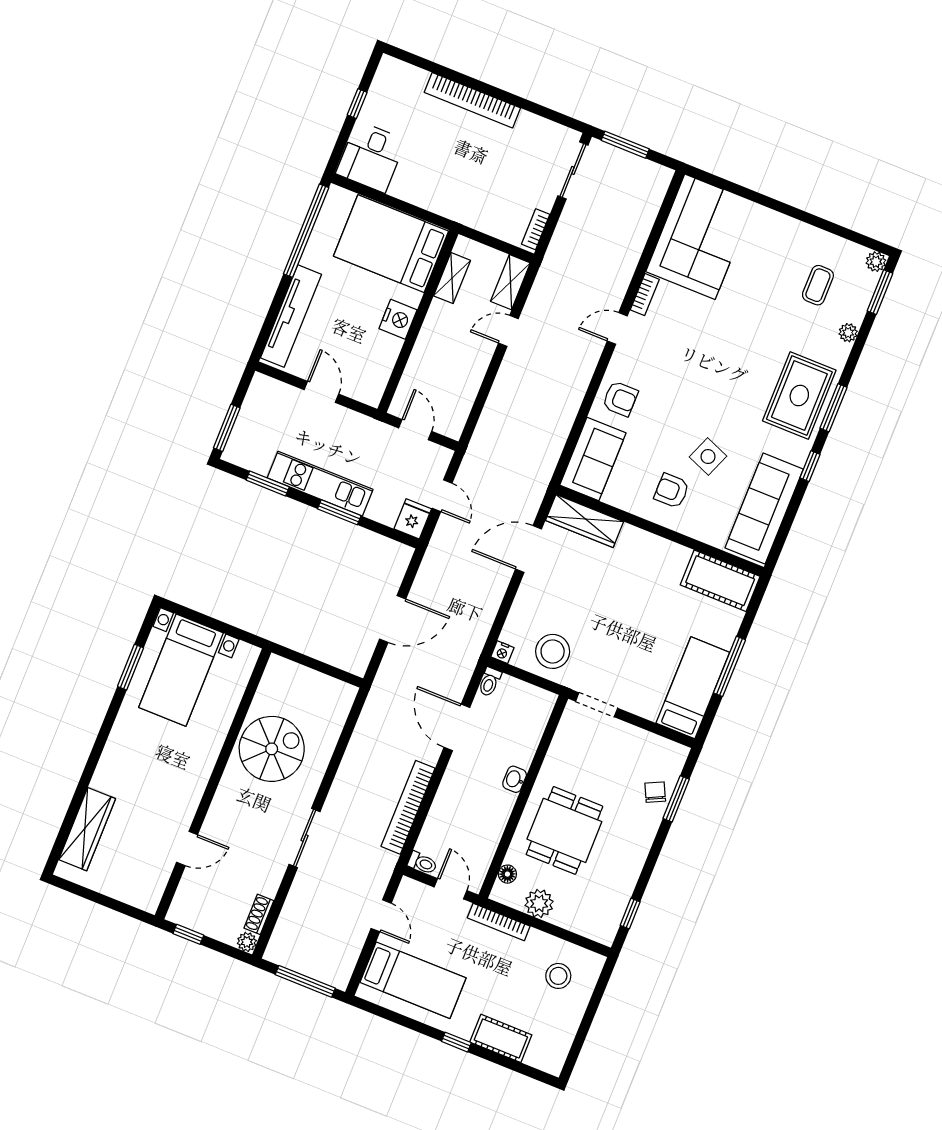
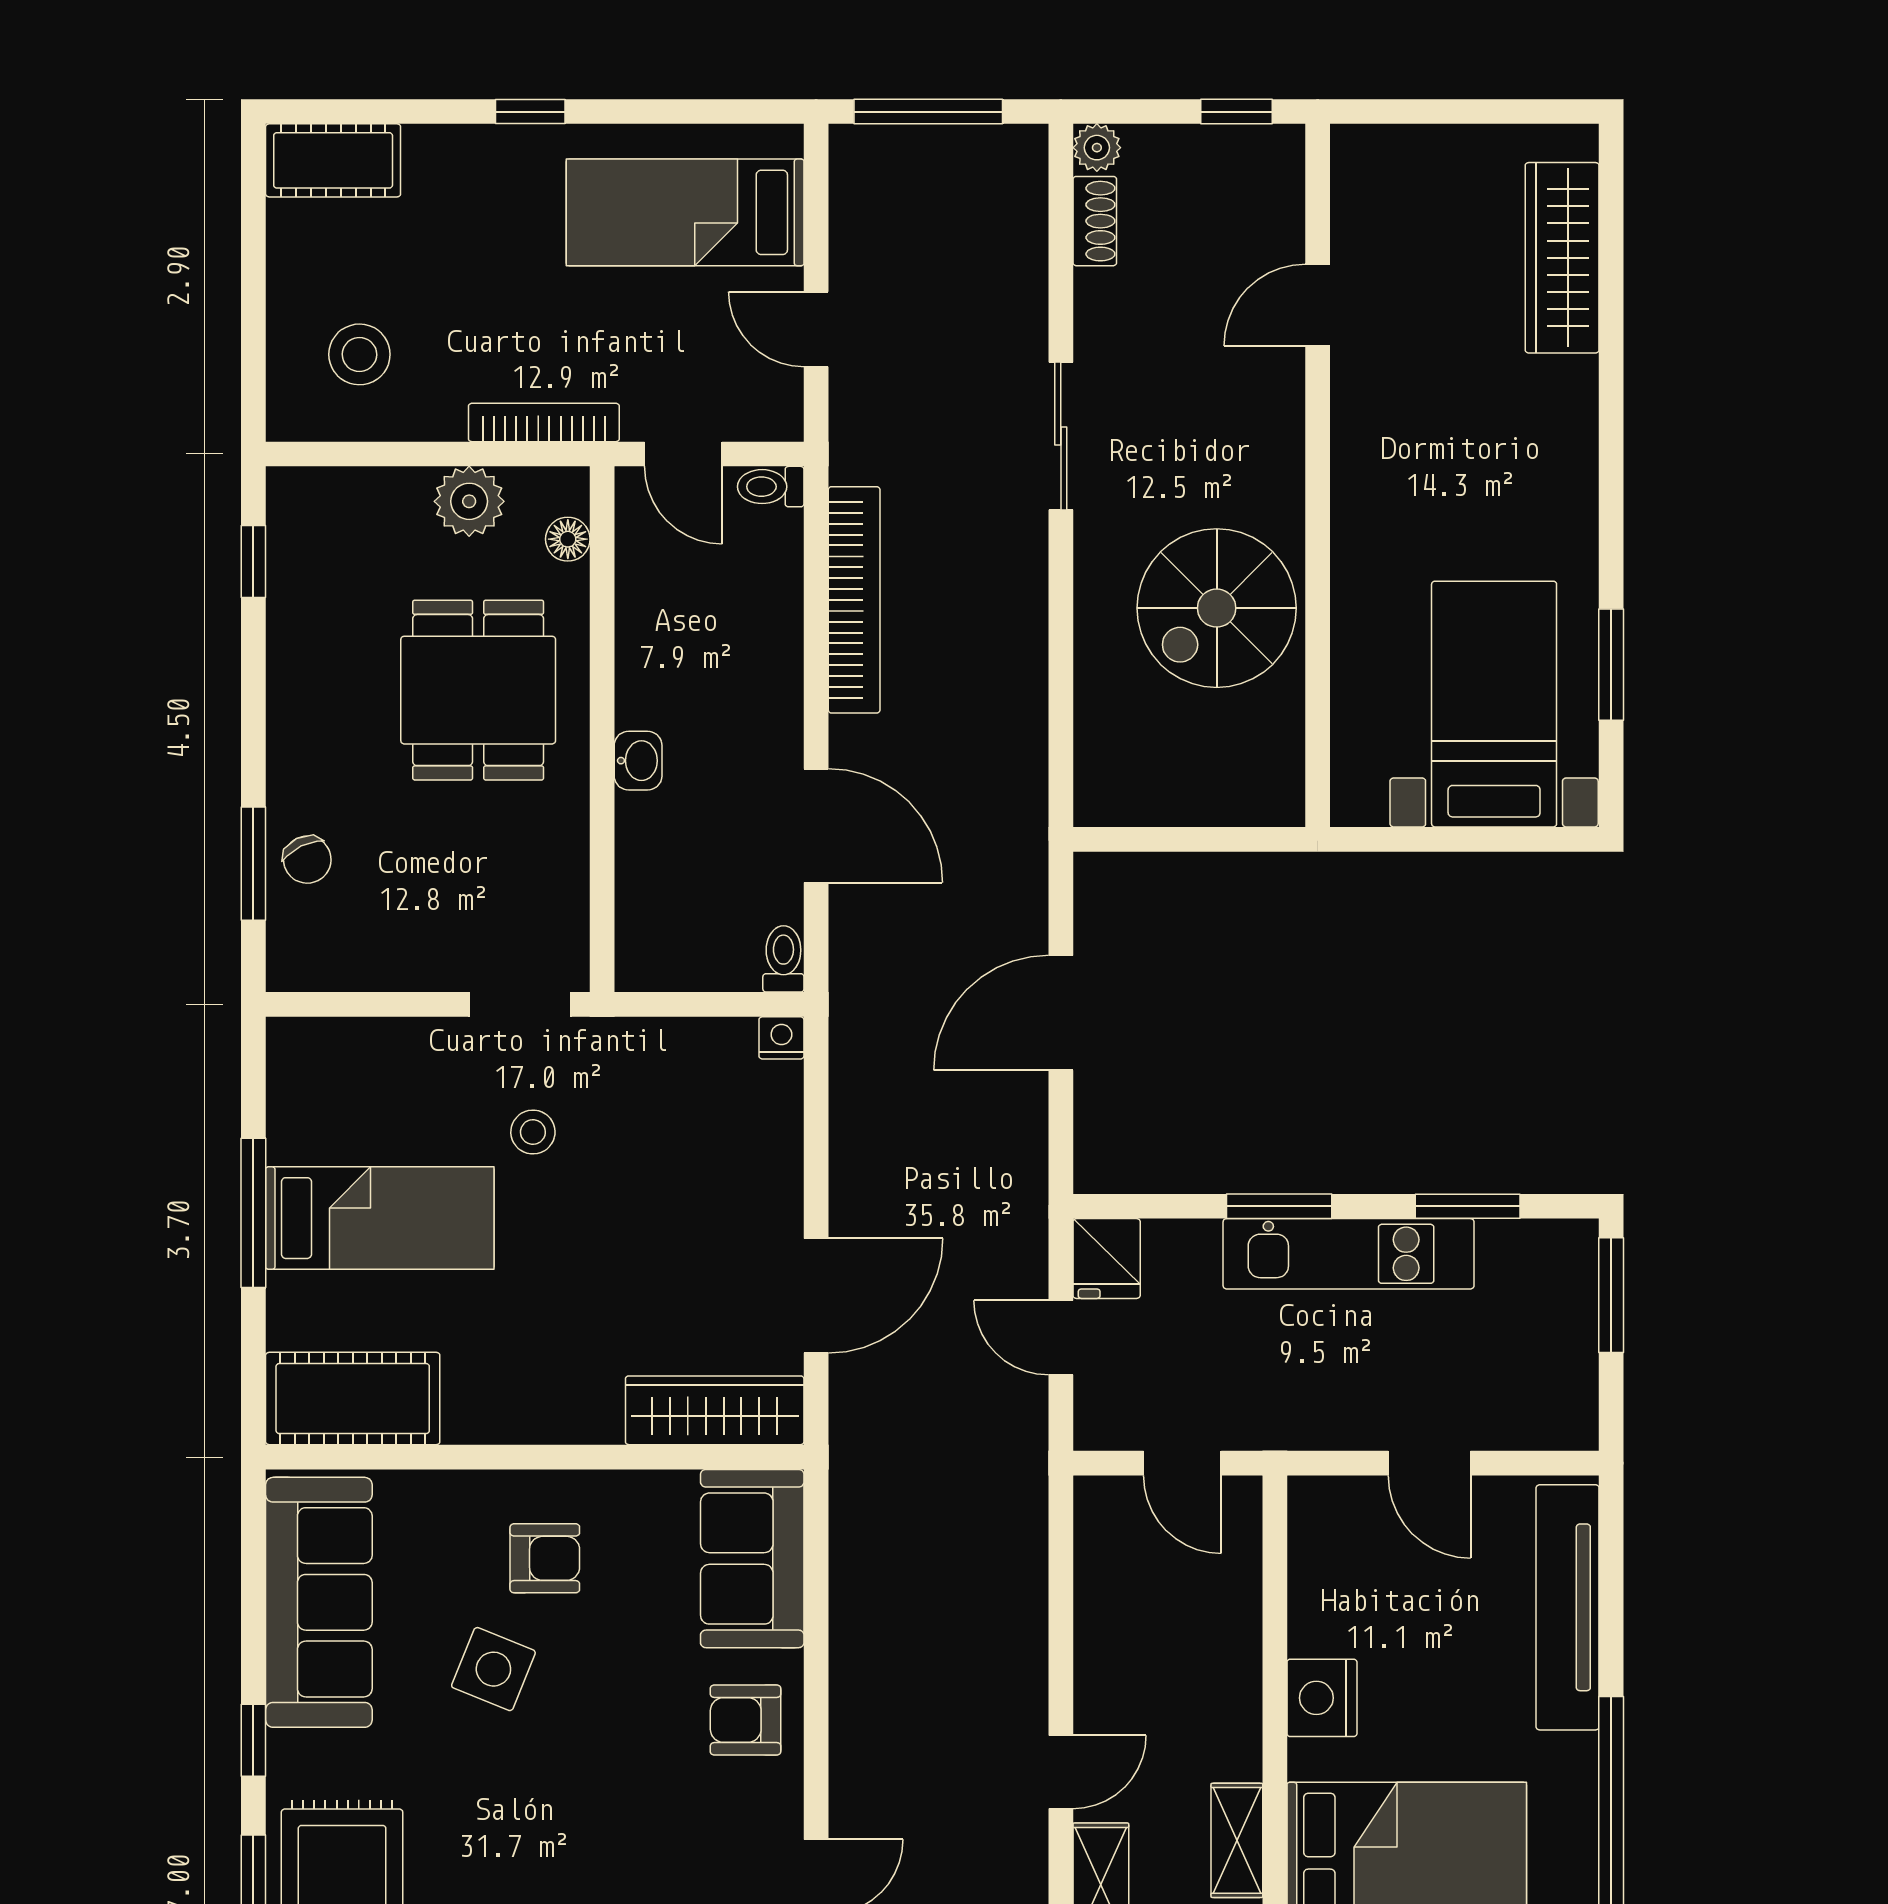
stool: (553, 651) -> (533, 1132), moved, width x0.53, depth x0.53
bed: (693, 688) -> (380, 1218), moved, turned -90
cot: (501, 1038) -> (333, 160), moved

